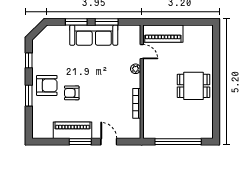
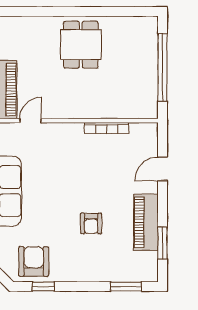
plant: (136, 69) -> (56, 130), removed
armchair: (47, 85) -> (34, 261), moved
window: (29, 96) -> (126, 287), moved
window: (80, 142) -> (163, 243), moved

